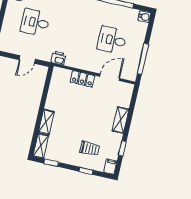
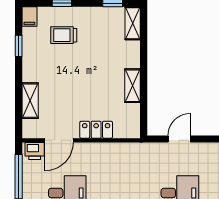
printer: (58, 58) -> (35, 151), moved
shelving: (121, 120) -> (30, 101), moved
shelving: (46, 122) -> (133, 86), moved

